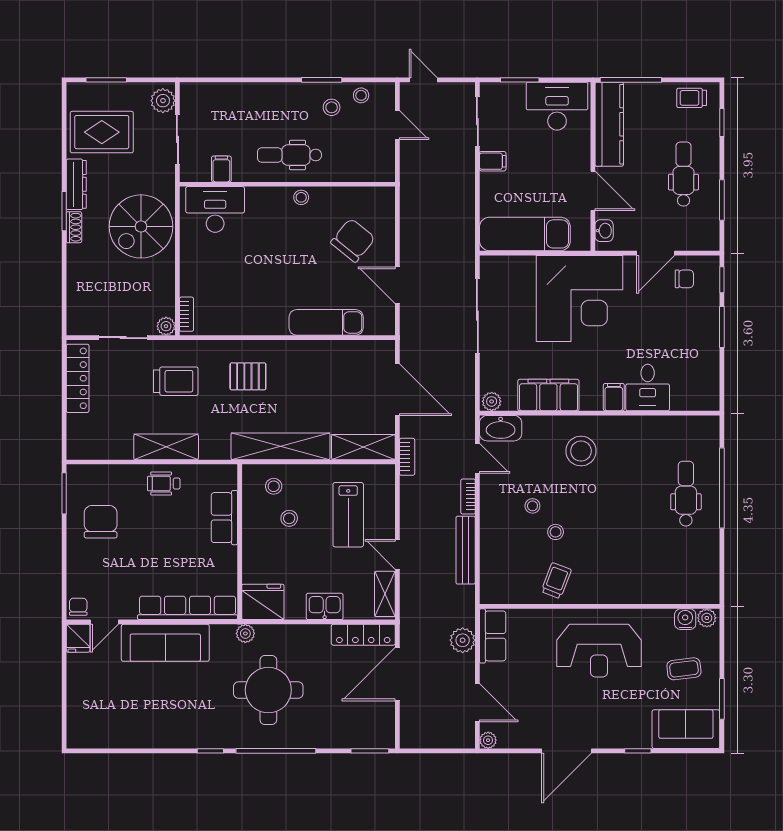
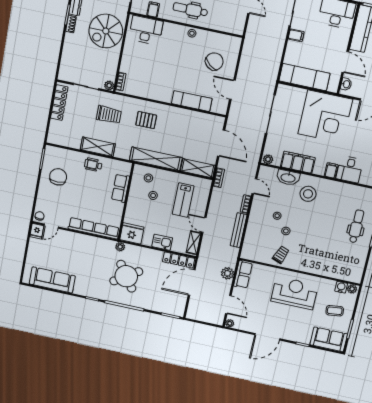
washbasin: (501, 428) -> (288, 178), moved
sofa: (165, 643) -> (52, 280), moved, turned 180
reception desk: (599, 651) -> (294, 293), turned 180
round table: (268, 690) -> (126, 276), turned -34

